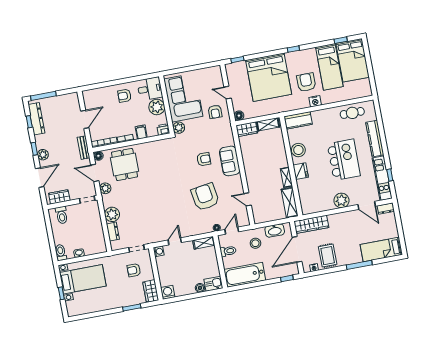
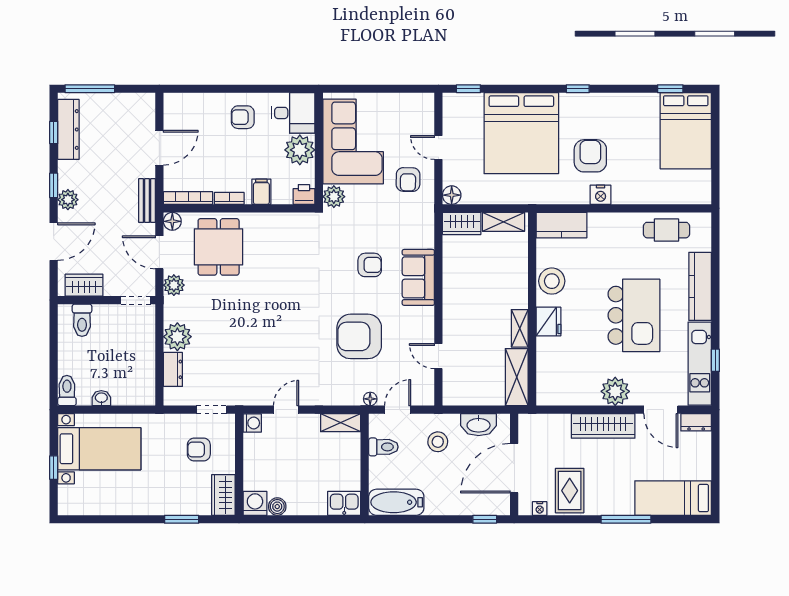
bed: (329, 67) -> (639, 135), removed
armchair: (205, 197) -> (359, 336), turned -81
wardrobe: (311, 224) -> (603, 426), moved
bathtub: (245, 275) -> (396, 502), width x0.73, depth x0.73
boiler: (200, 288) -> (277, 507), moved

